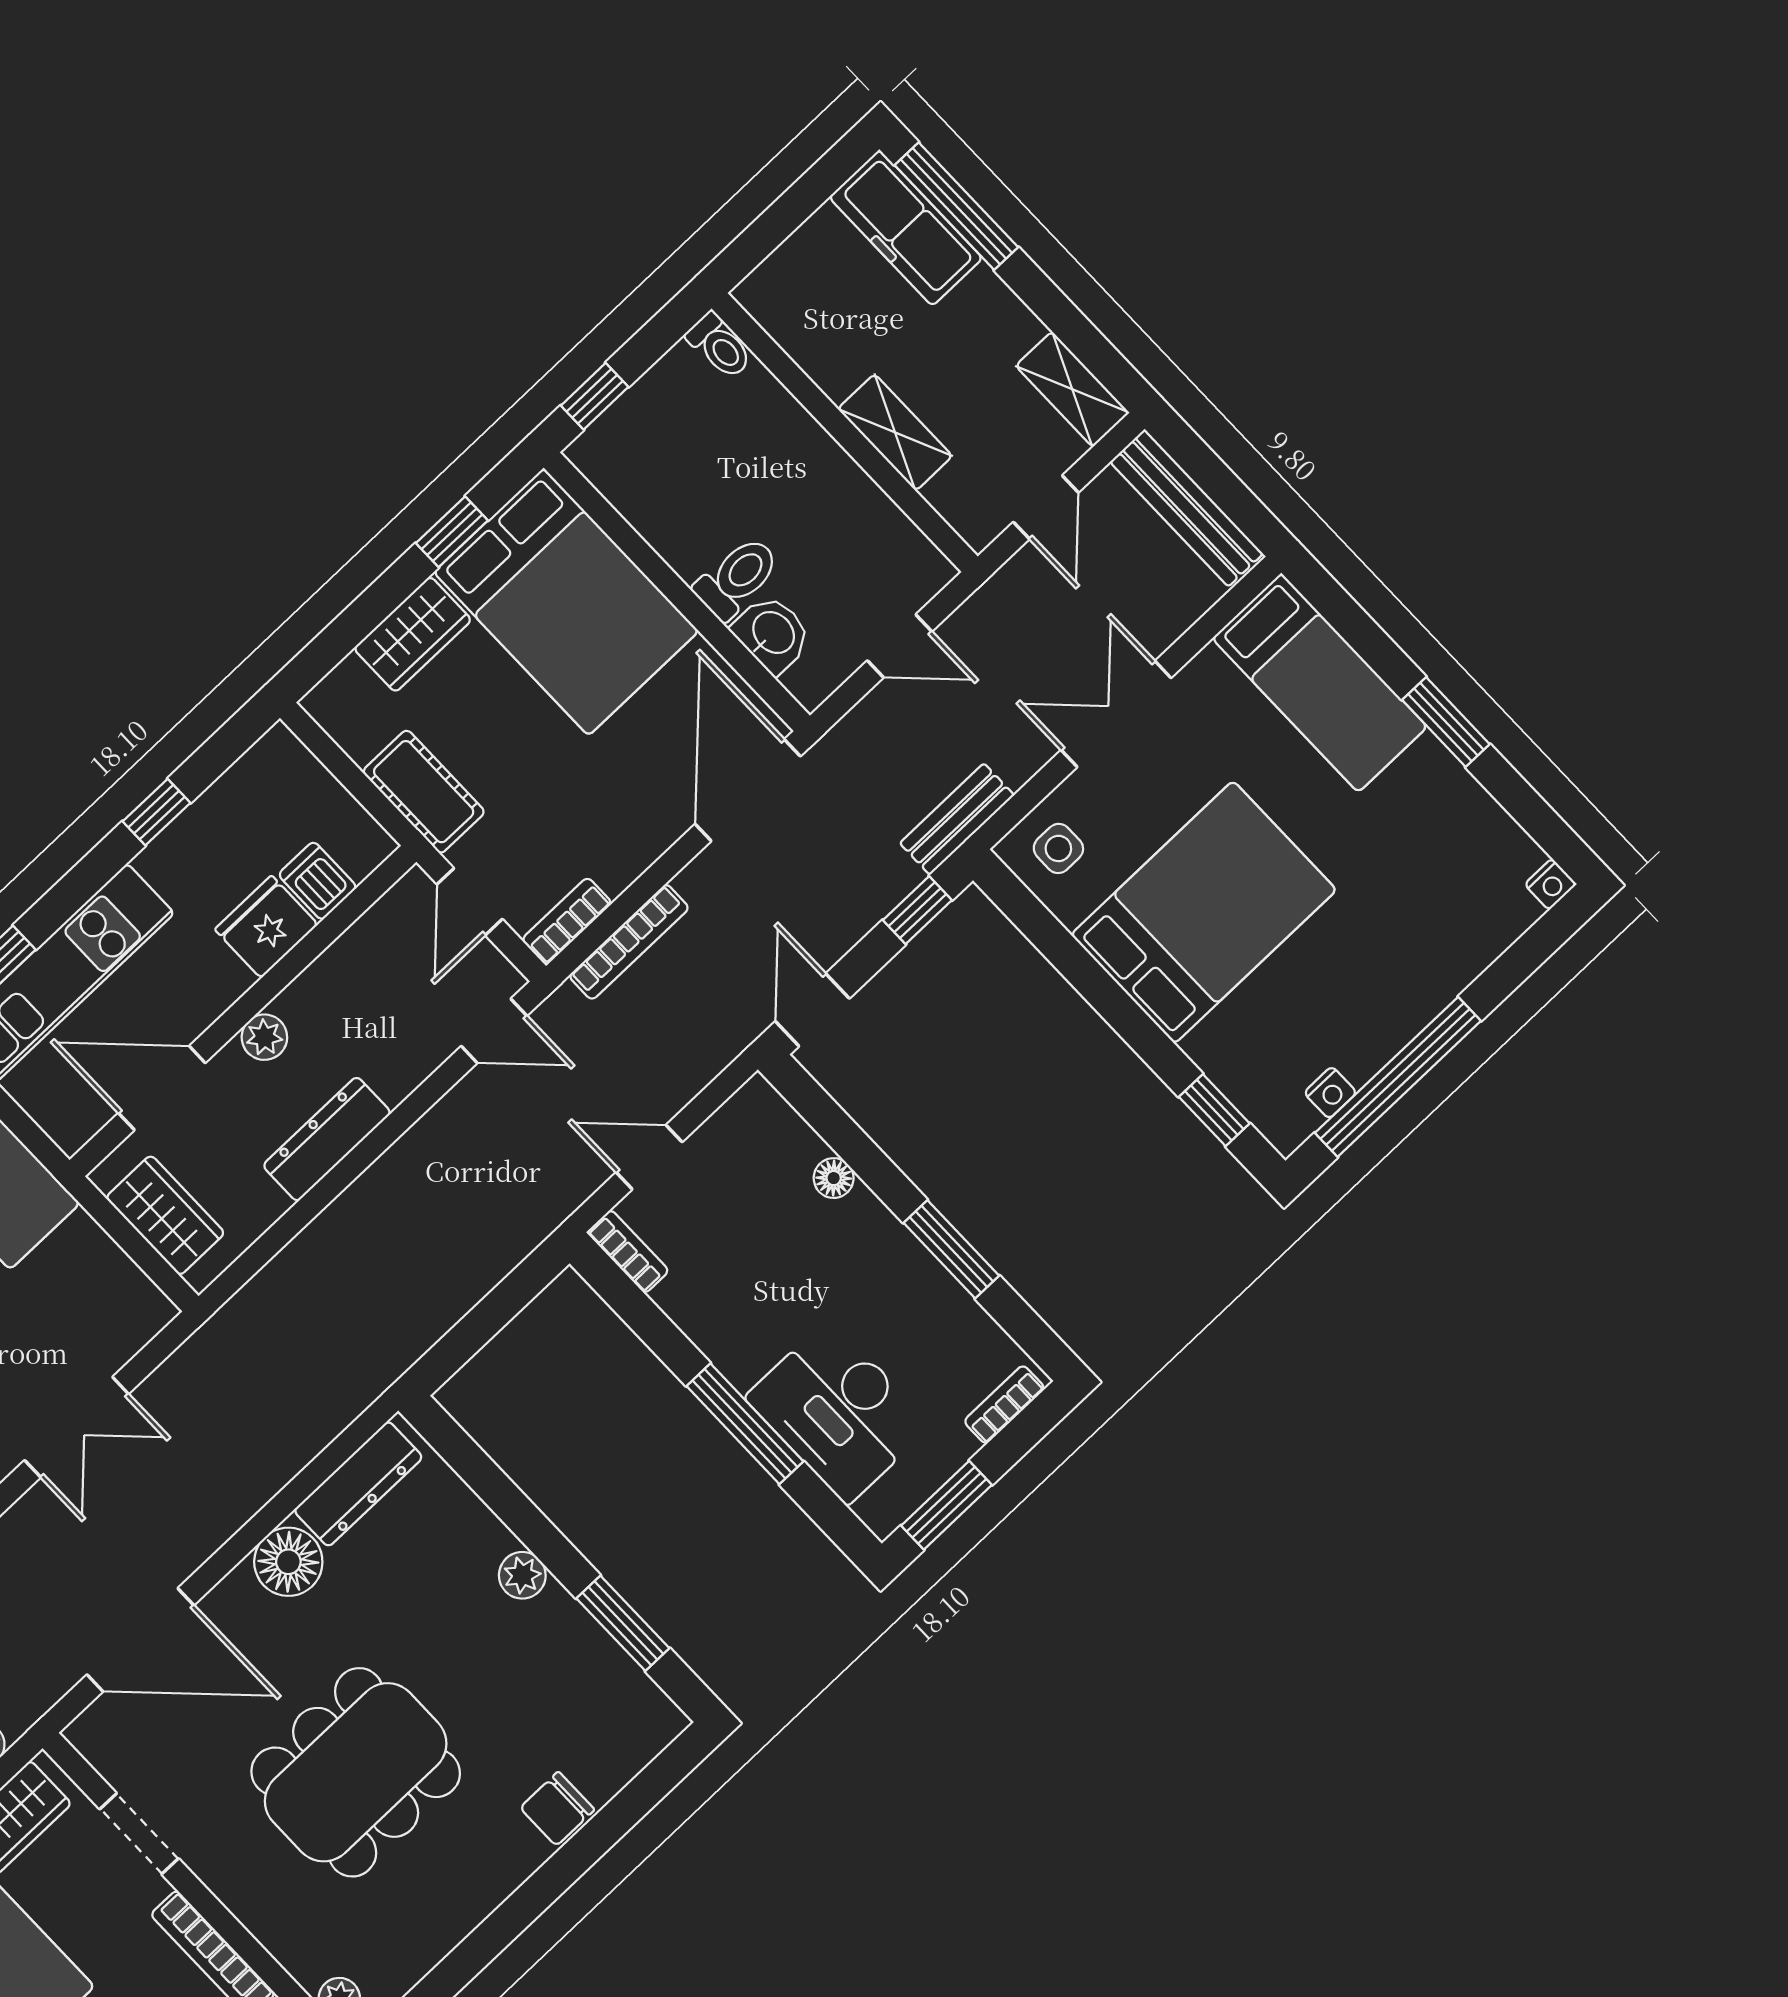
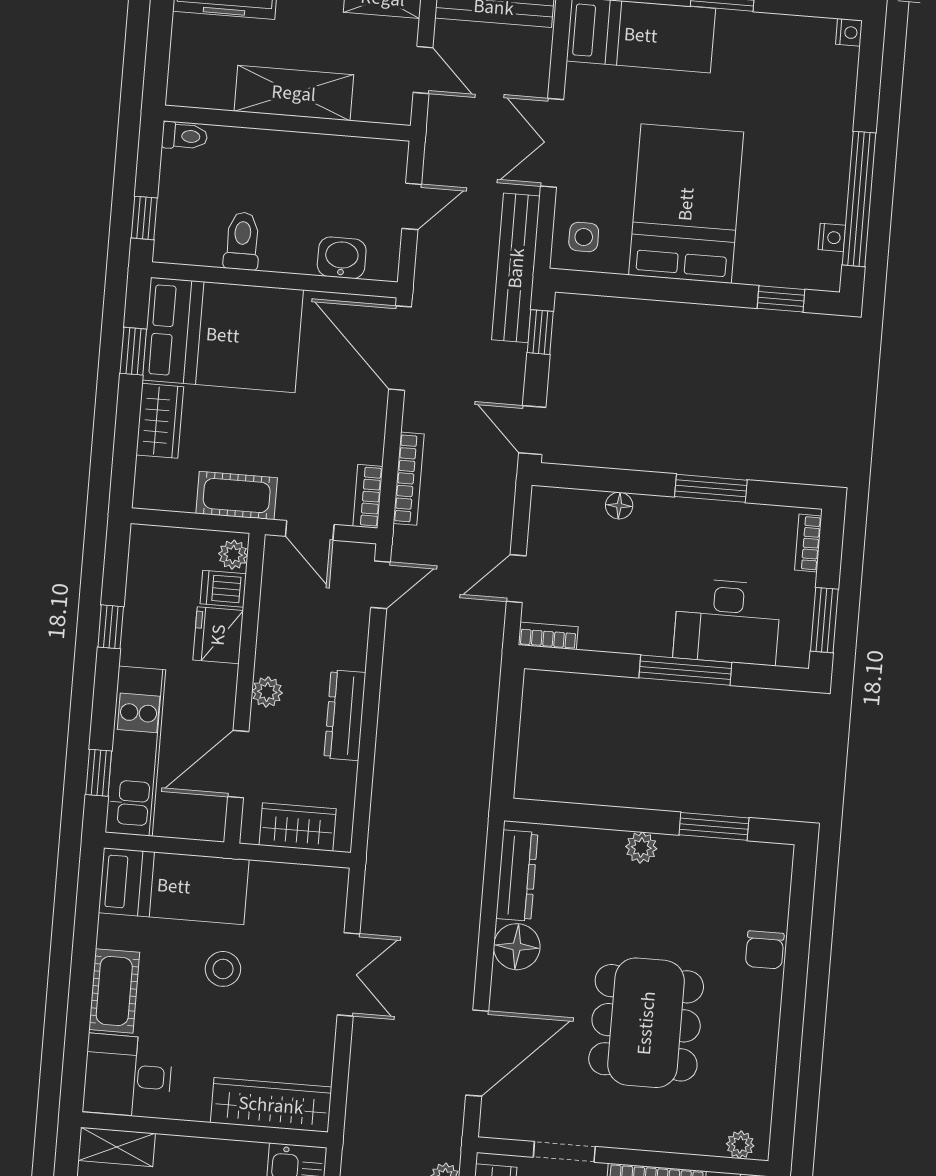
shelving: (895, 432) -> (294, 93), width x1.50, depth x1.33
toilet: (737, 578) -> (242, 241), moved
bench: (957, 819) -> (516, 268), width x1.86, depth x1.21
plant: (362, 853) -> (233, 555), added

